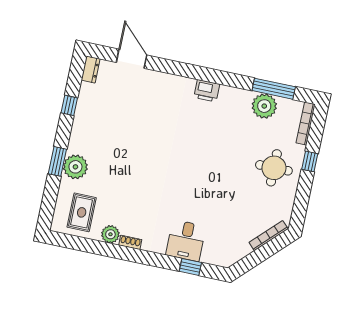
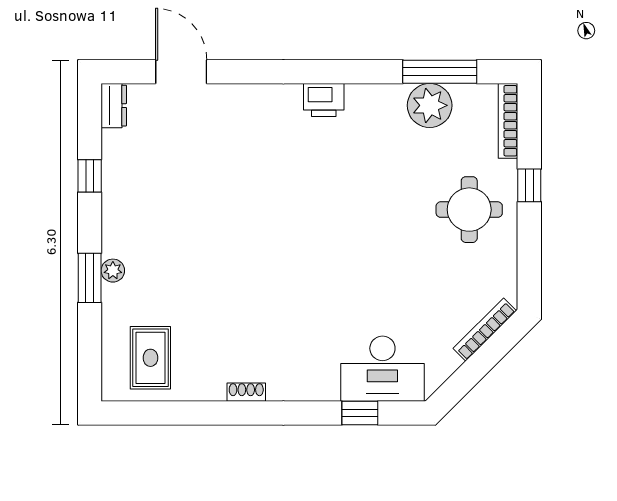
plant: (75, 167) -> (113, 271), width x0.53, depth x0.53
plant: (110, 234) -> (209, 385), removed
desk: (186, 241) -> (382, 369), moved, width x1.37

